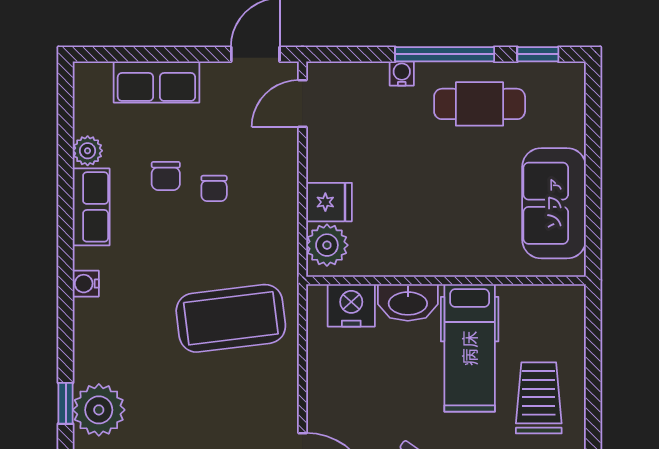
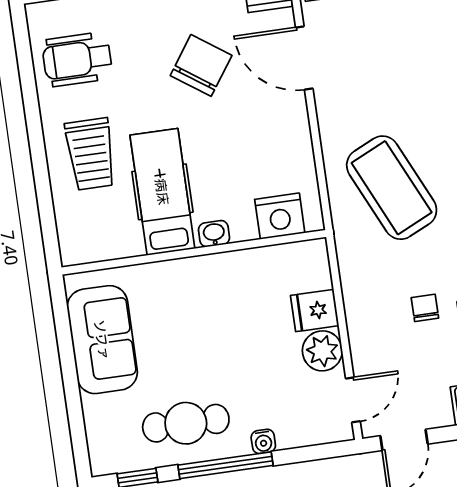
plant: (327, 245) -> (322, 351), moved
washbasin: (408, 302) -> (214, 234), width x0.52, depth x0.69
coffee table: (231, 318) -> (392, 188), turned 72

